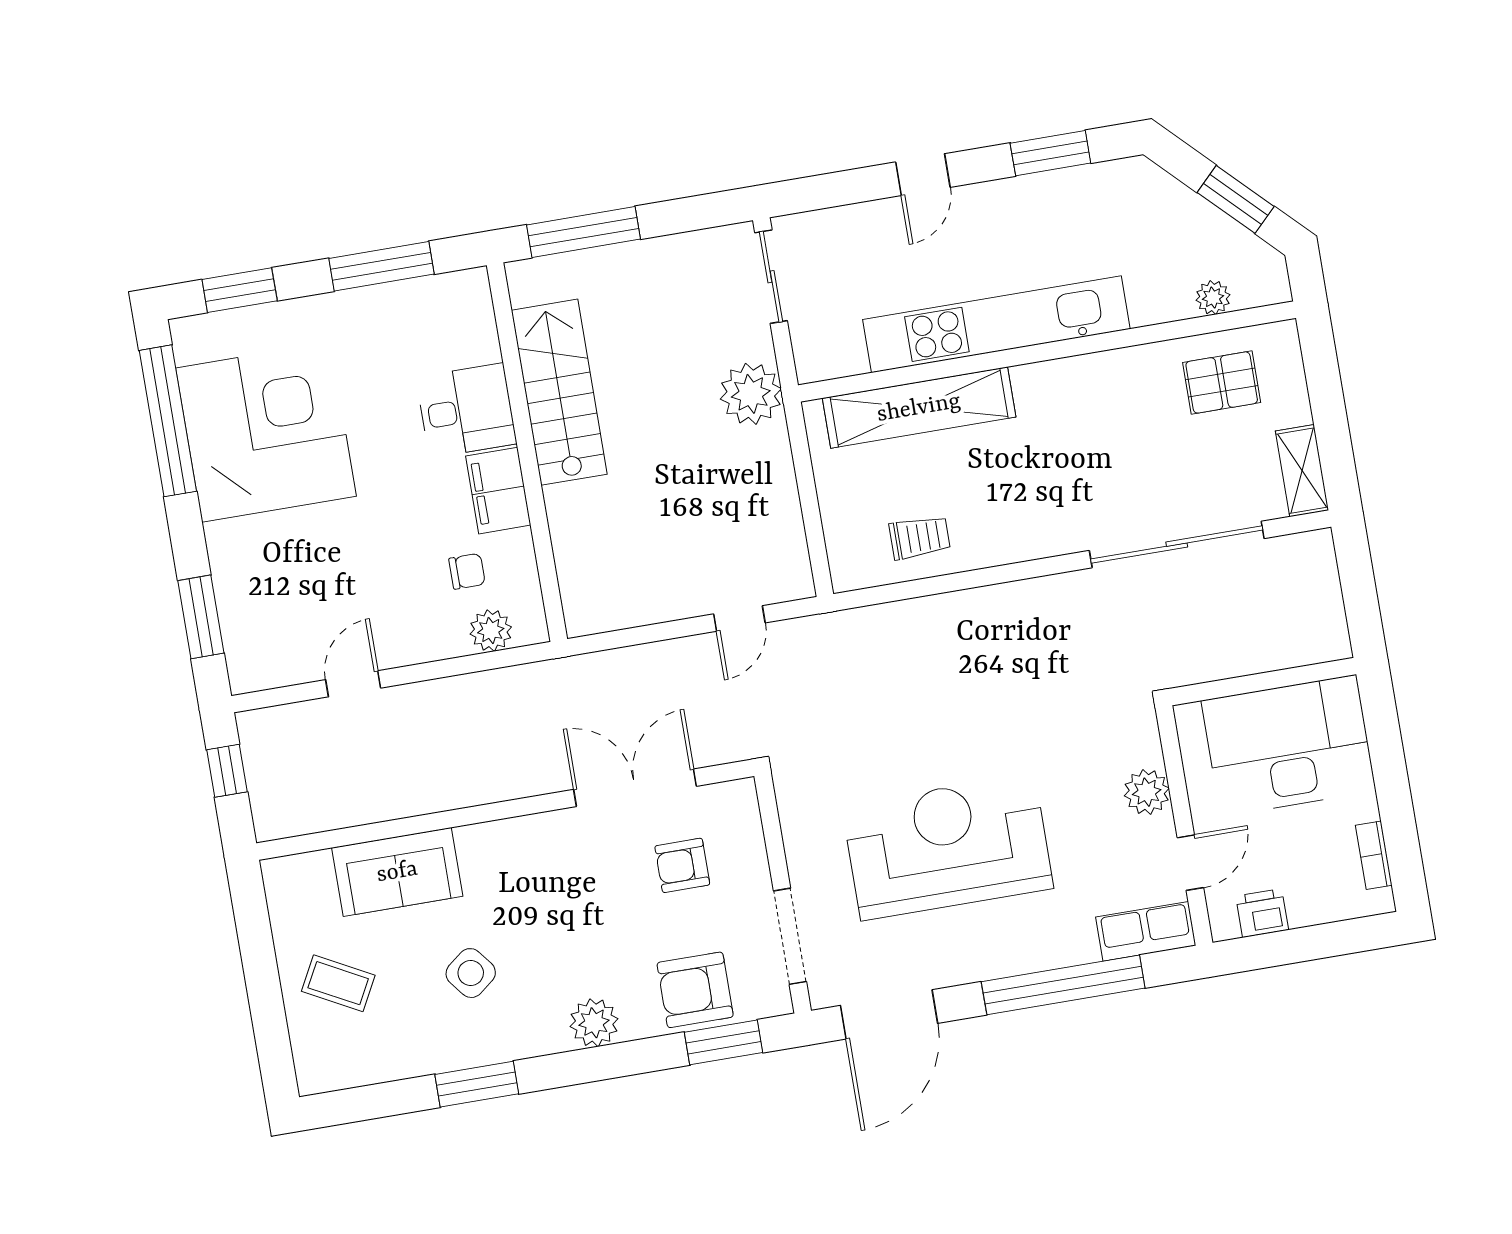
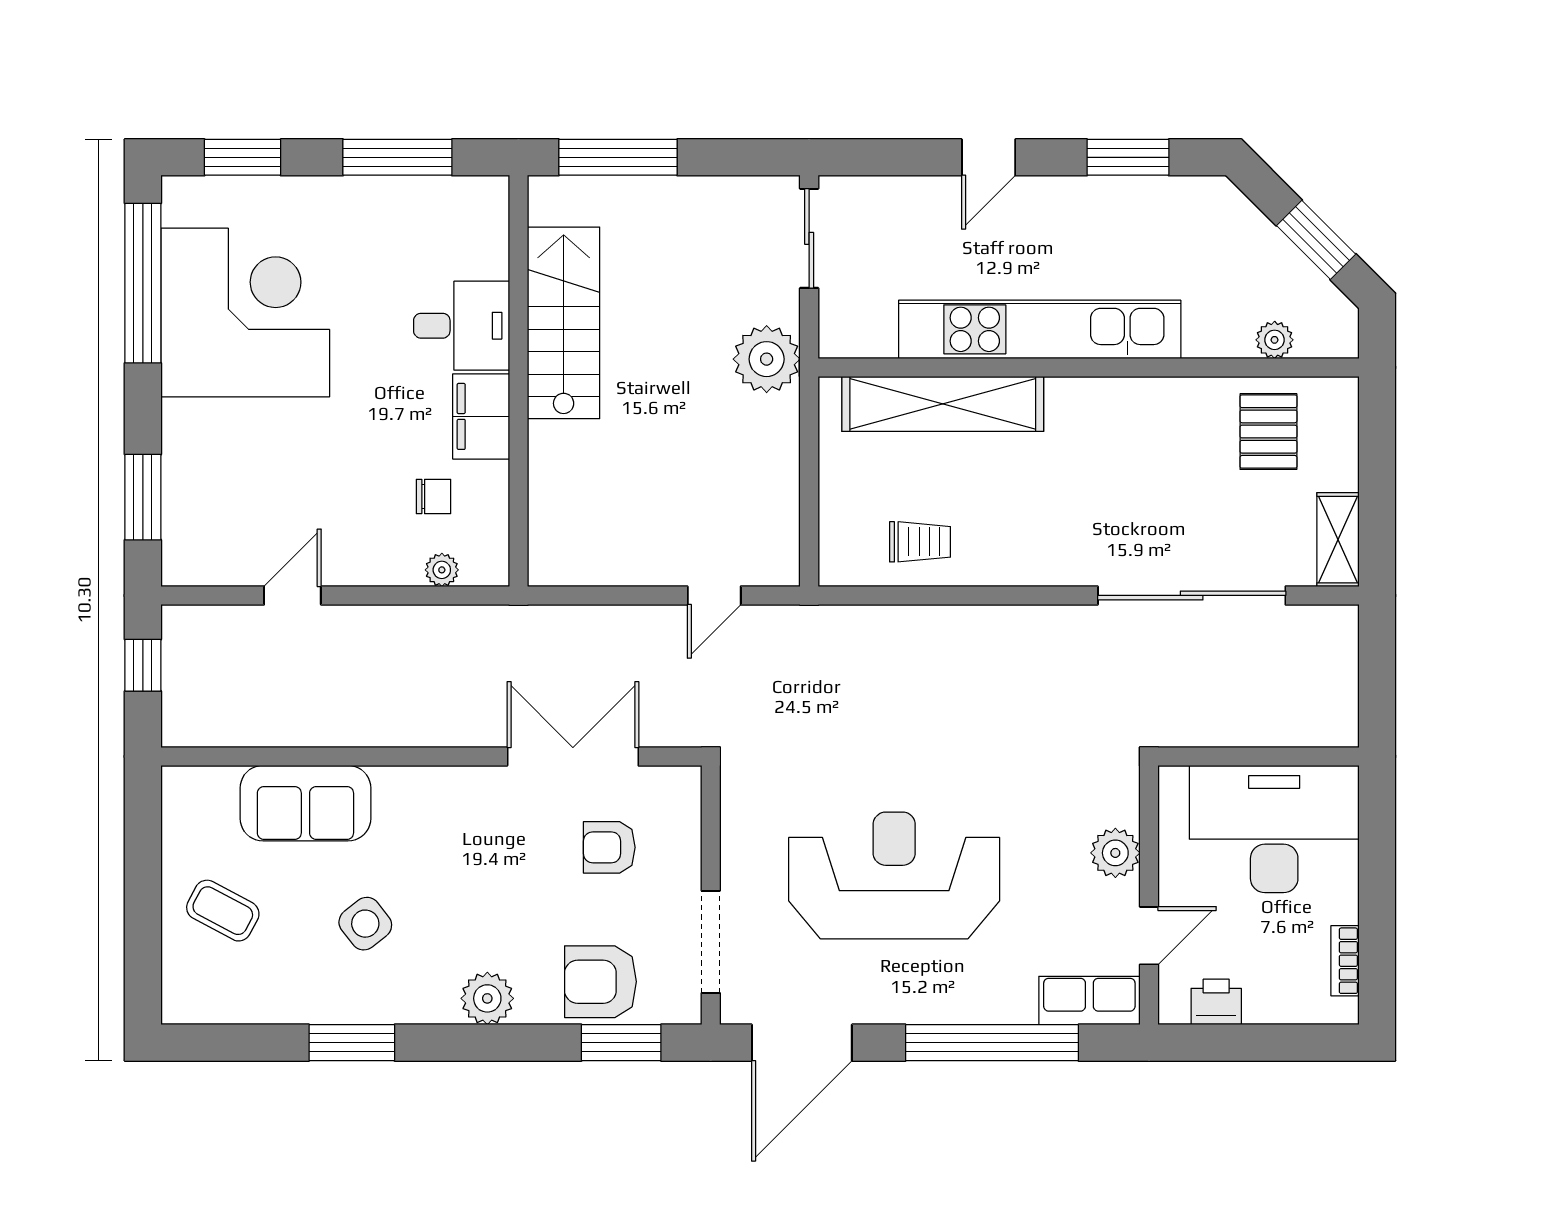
pallet: (1222, 382) -> (1268, 432), turned 90
plant: (491, 631) -> (442, 570), width x0.73, depth x0.73

